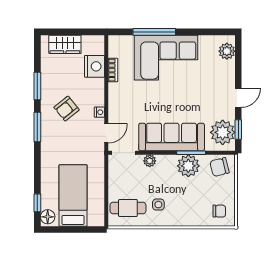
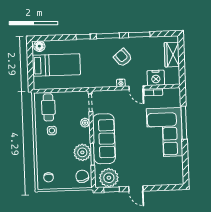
plant: (227, 51) -> (171, 179), removed
door: (106, 133) -> (136, 88), moved
window: (37, 203) -> (83, 37), moved

